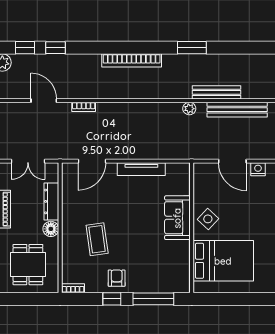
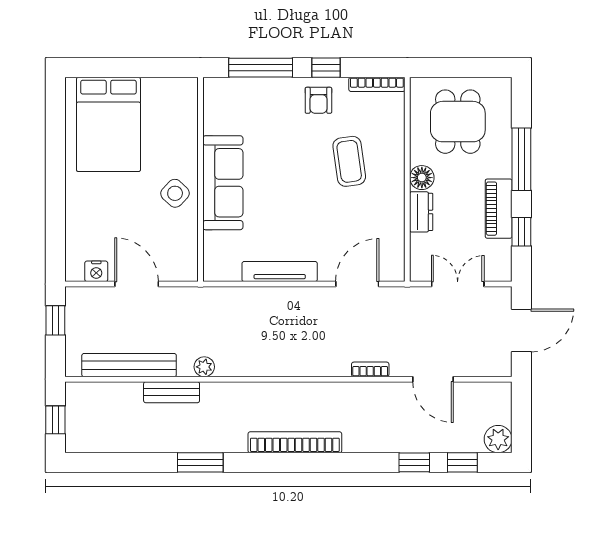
bench: (217, 92) -> (172, 392), width x0.73
dresser: (51, 201) -> (421, 212), width x0.70
sofa: (177, 218) -> (223, 183), width x1.36
bed: (223, 261) -> (108, 124), moved, turned -90
bookcase: (73, 288) -> (377, 84), width x1.56

